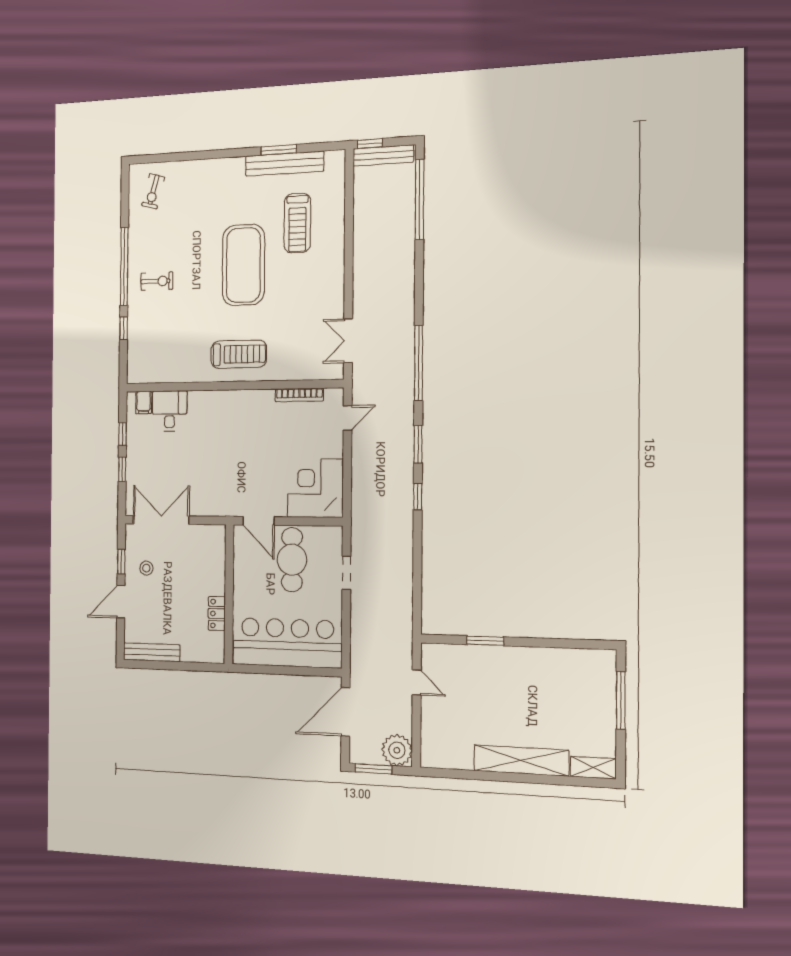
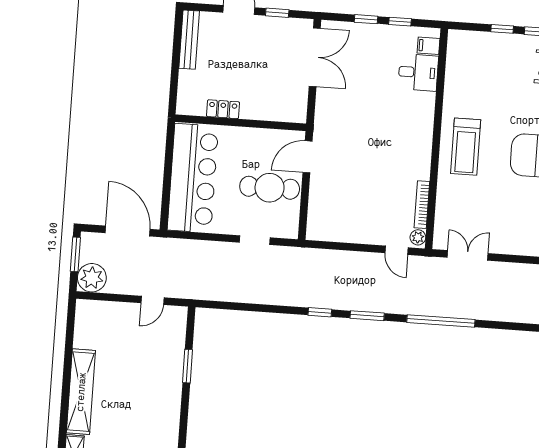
plant: (333, 396) -> (418, 237), added
corner desk: (315, 488) -> (334, 215), removed
stool: (146, 568) -> (270, 39), removed

